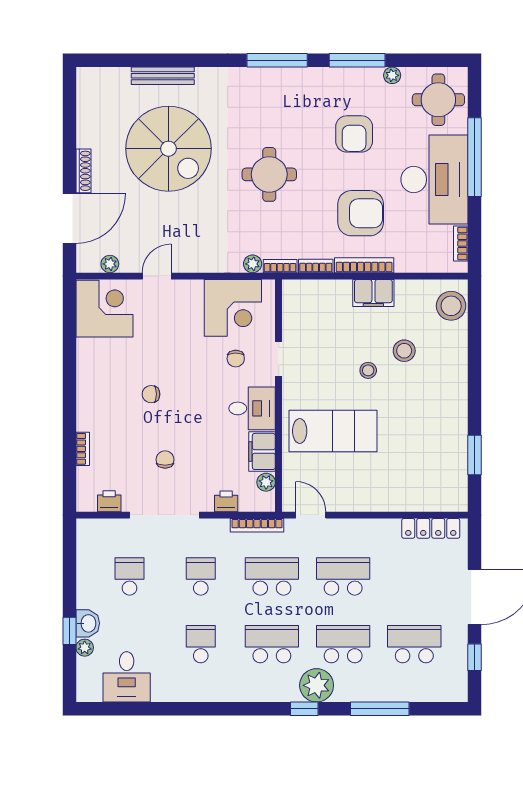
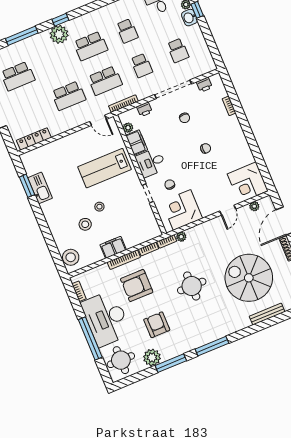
plant: (392, 75) -> (152, 357), width x1.88, depth x1.88
kitchen sink: (454, 442) -> (40, 188), added
school desk: (343, 644) -> (54, 61), removed

